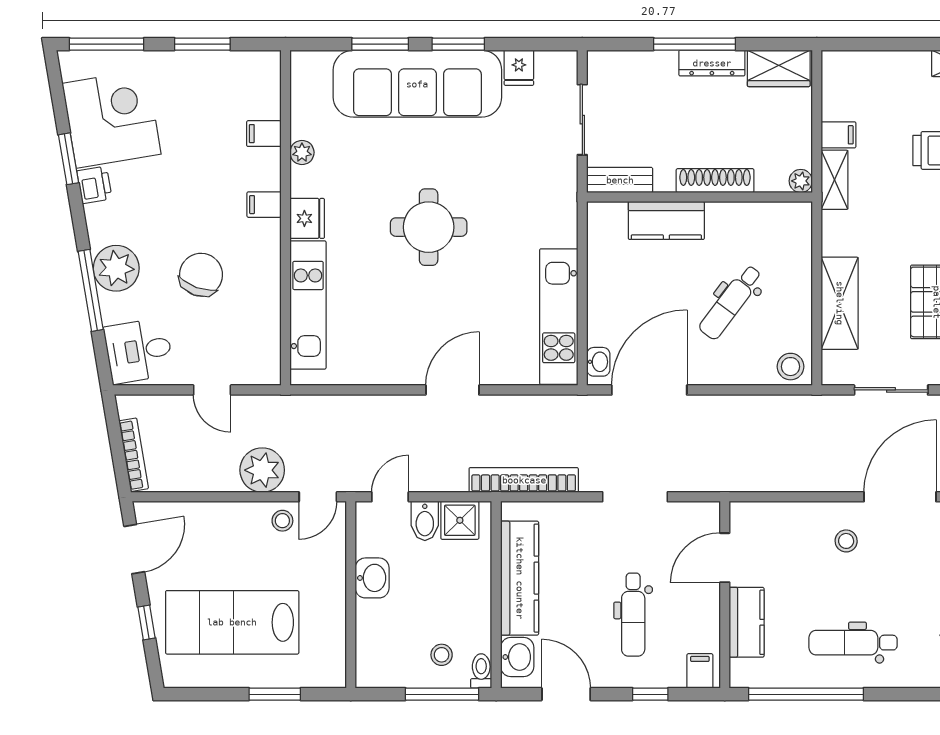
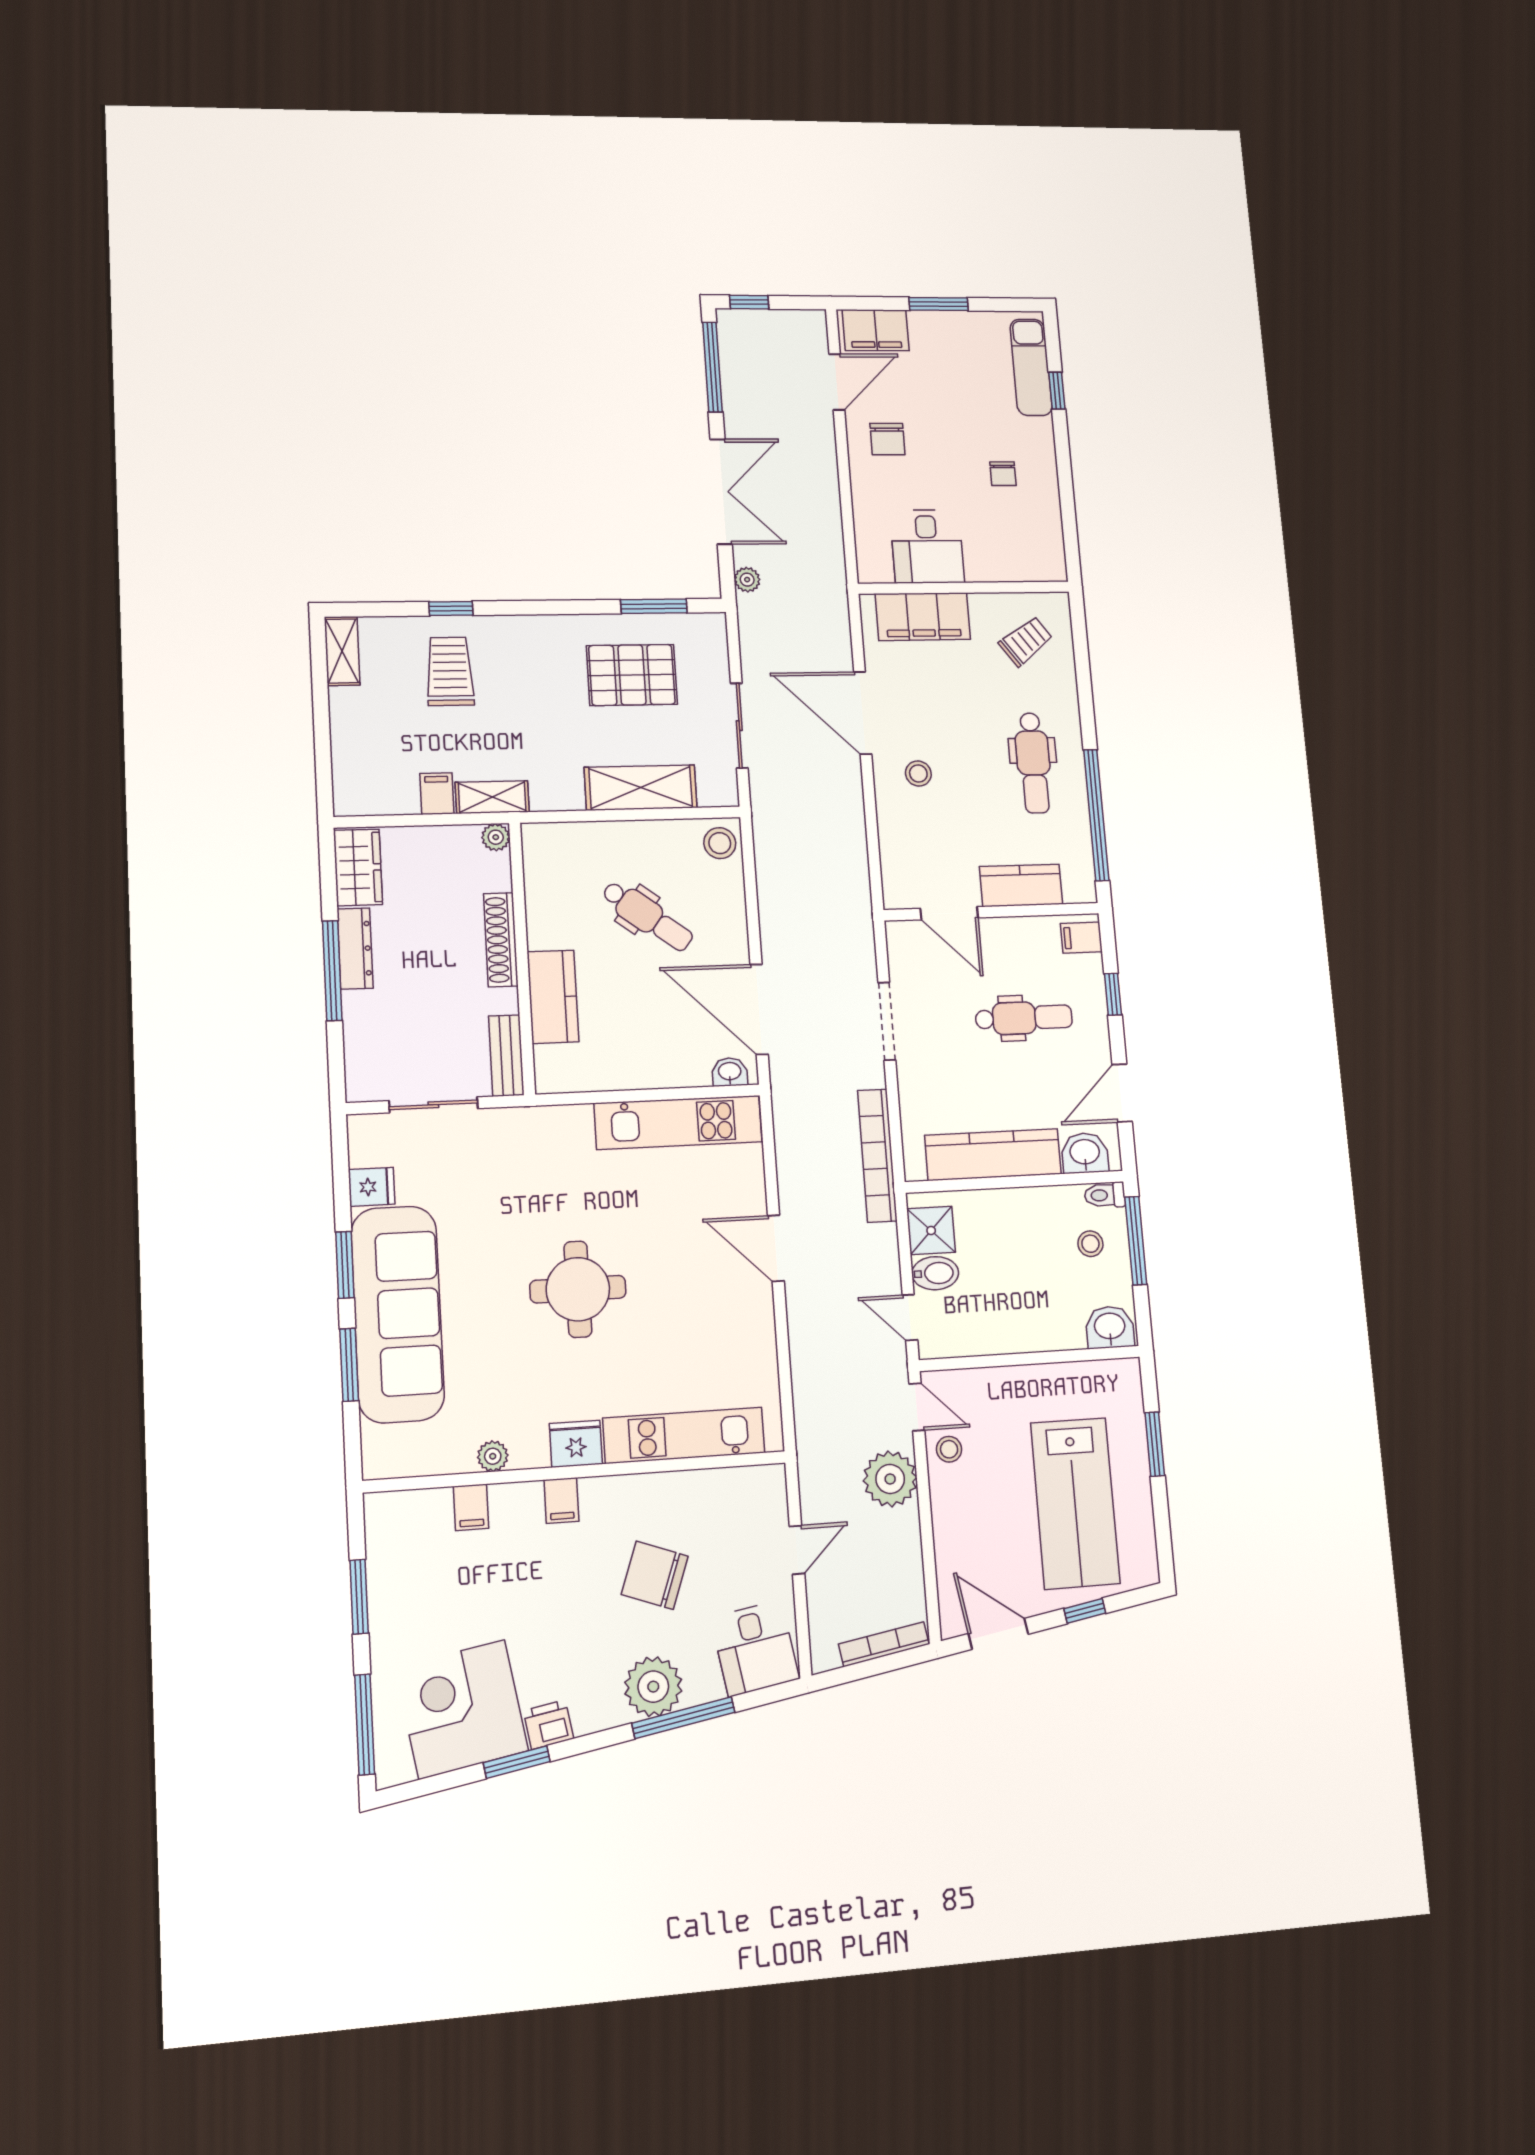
washbasin: (372, 578) -> (1110, 1327), moved

